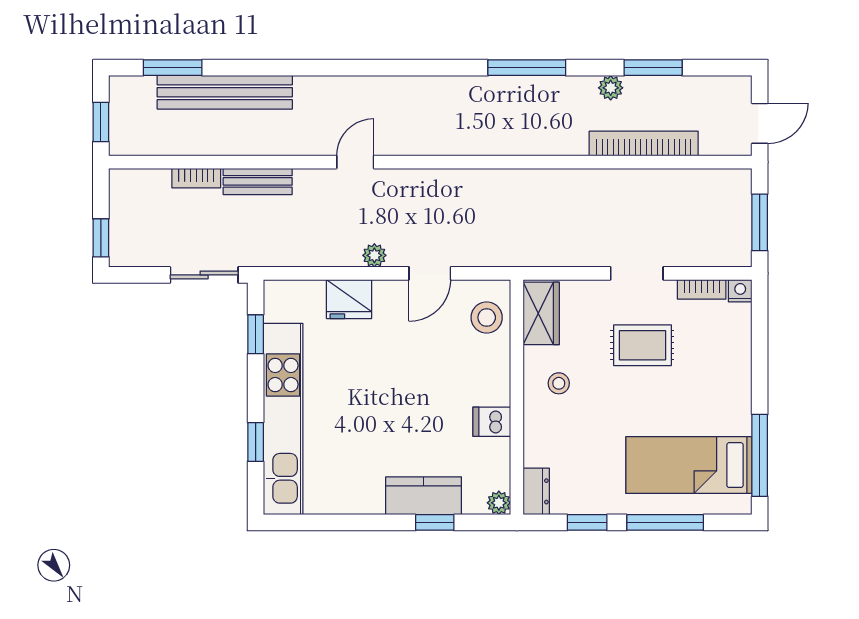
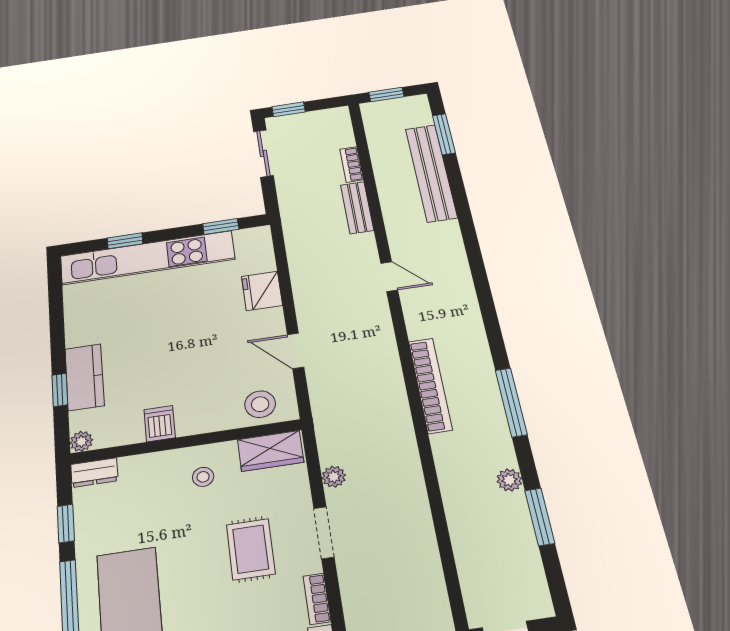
bookcase: (644, 144) -> (430, 385), moved
plant: (374, 255) -> (334, 477), moved
sliding door: (204, 275) -> (263, 153), moved

